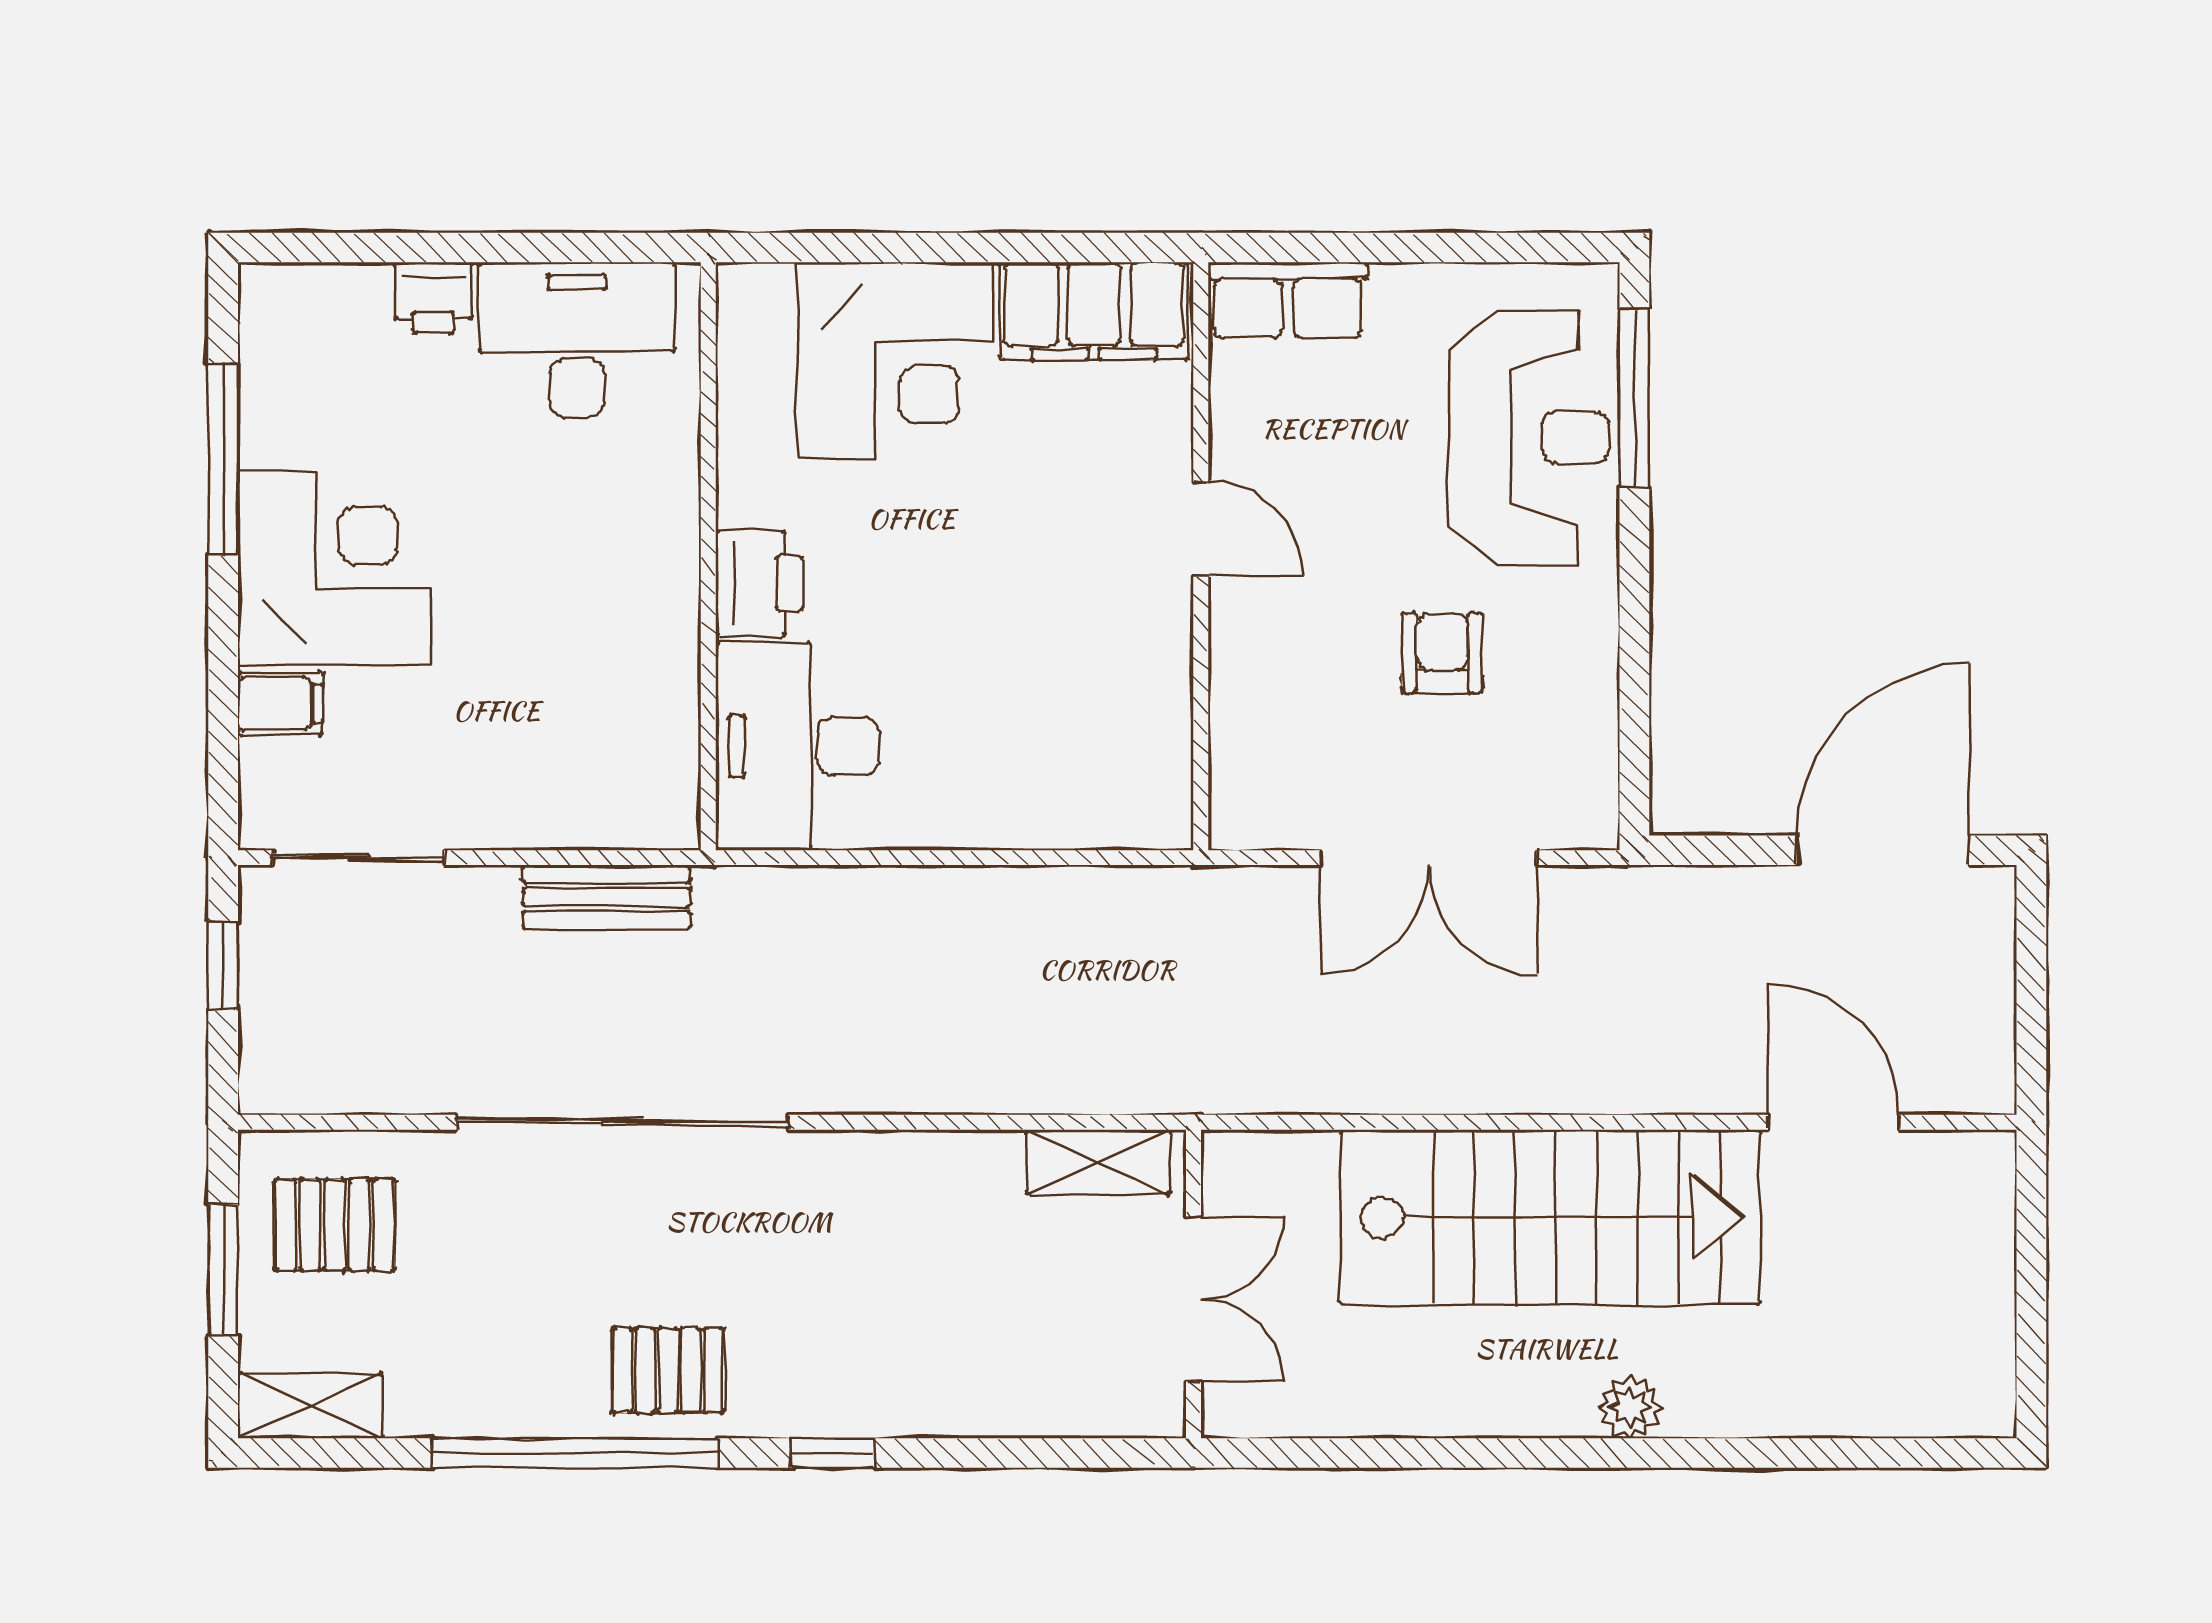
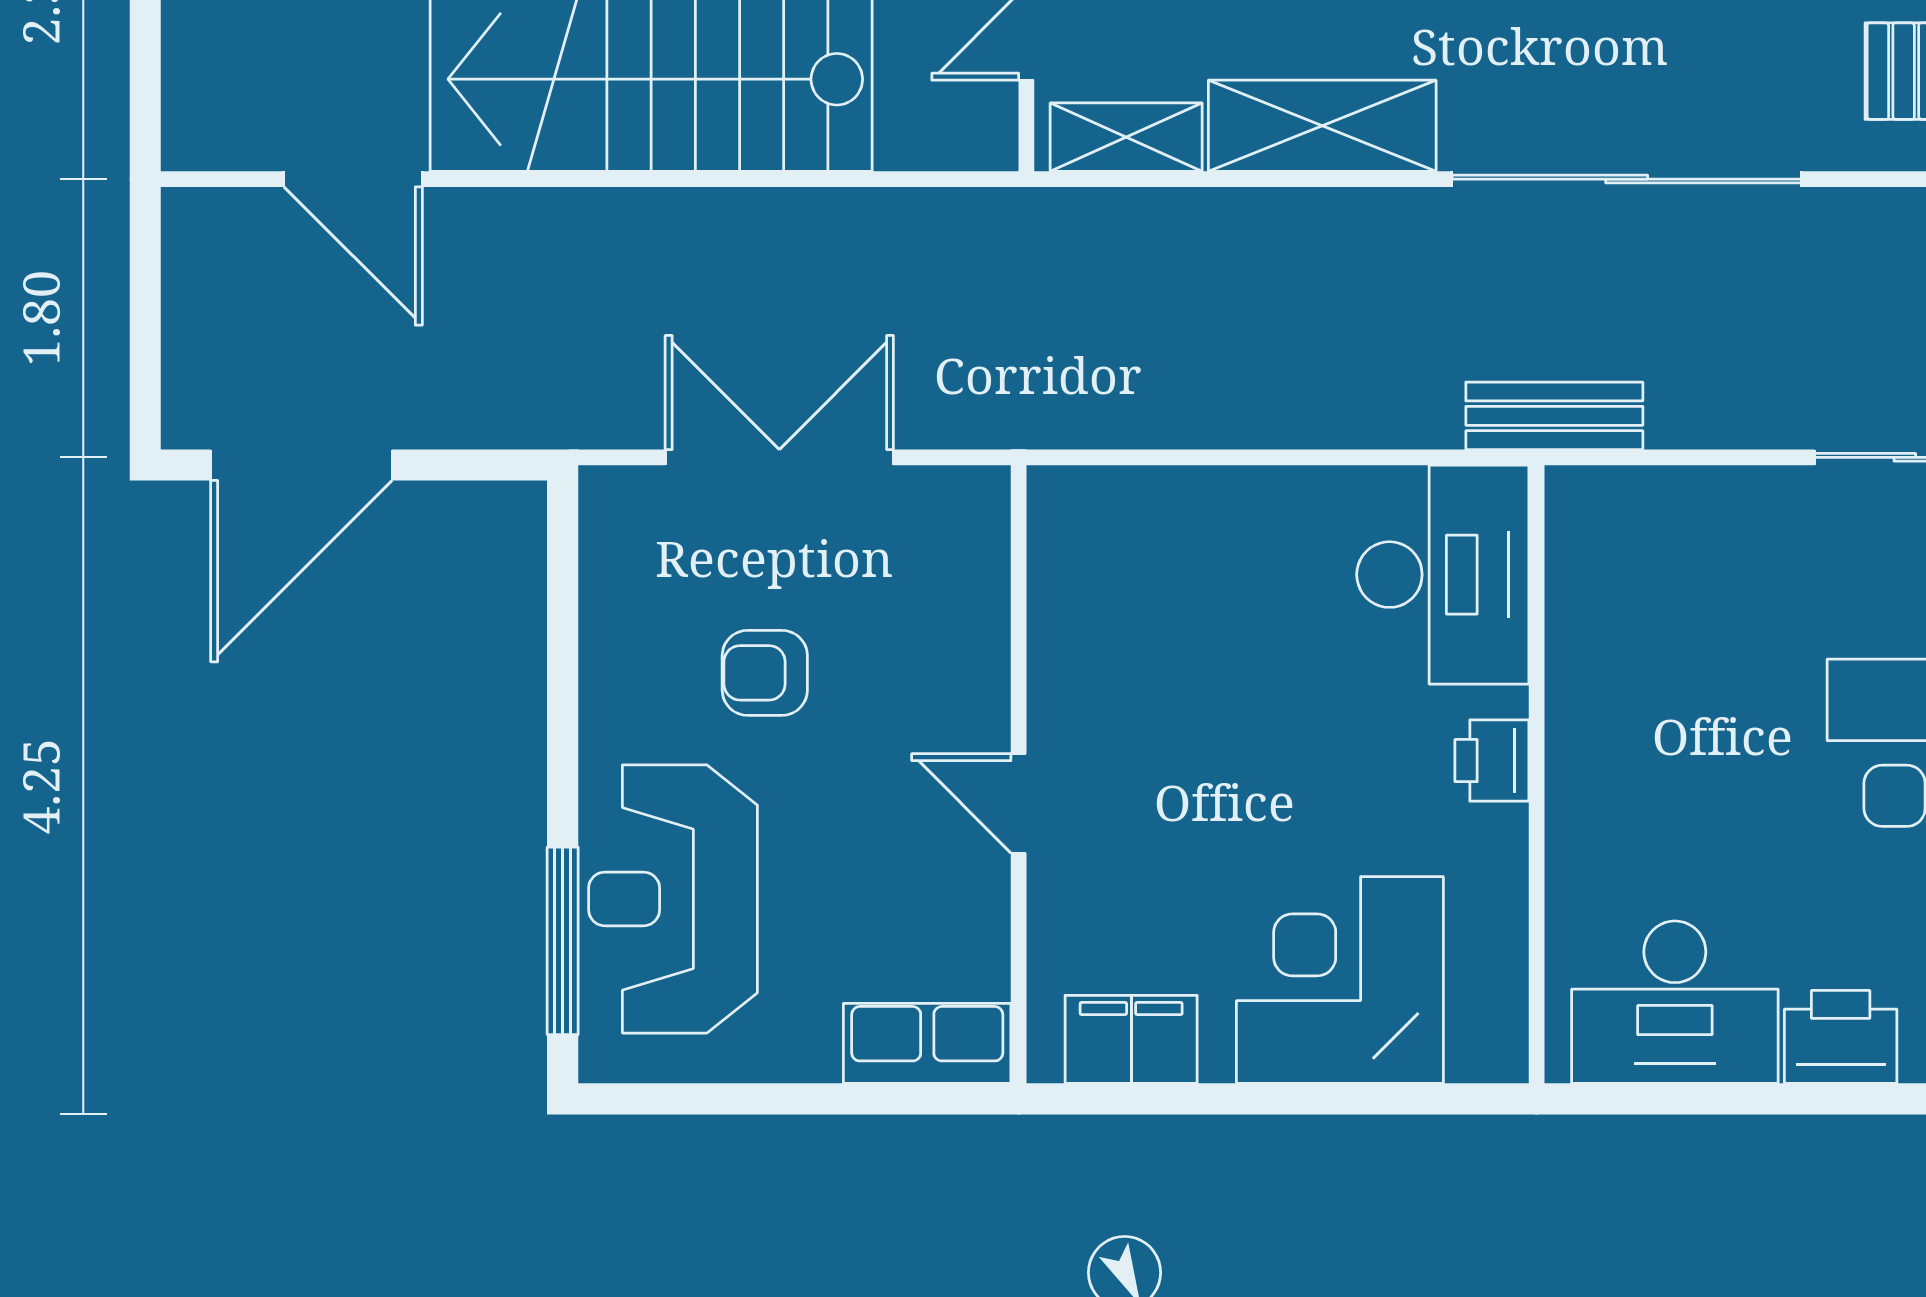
printer: (433, 298) -> (1841, 1037), width x1.36, depth x1.24
filing cabinet: (1094, 311) -> (1131, 1039), width x0.67, depth x0.86
printer: (759, 583) -> (1492, 761), width x0.73, depth x0.81
armchair: (1442, 653) -> (765, 673), turned 90
bench: (607, 897) -> (1554, 416), moved
shelving: (912, 1173) -> (1322, 126), added

